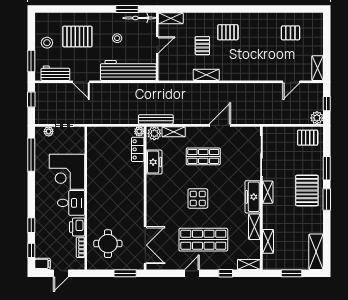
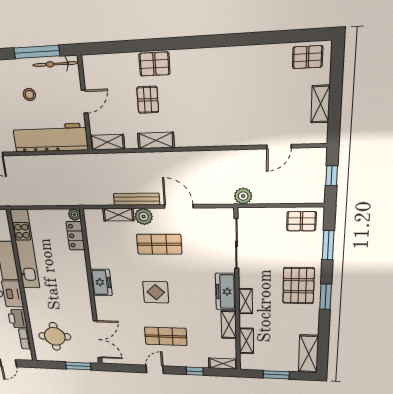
window: (127, 9) -> (37, 52), width x1.44
shelving: (171, 18) -> (107, 142), moved
pallet: (228, 32) -> (154, 64), moved
pallet: (290, 33) -> (308, 57), moved
shelving: (318, 68) -> (320, 104), moved
plant: (317, 118) -> (243, 196), moved
bench: (156, 119) -> (137, 199), moved
door: (220, 125) -> (179, 206), hinge flipped
plant: (154, 133) -> (144, 217), moved
kitchen unit: (94, 162) -> (25, 250), added
freezer: (154, 162) -> (101, 282), moved
window: (327, 168) -> (328, 245), moved
shelving: (268, 192) -> (246, 301), moved
shop shelf: (203, 240) -> (166, 336), width x0.70, depth x0.74

